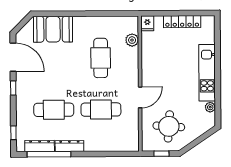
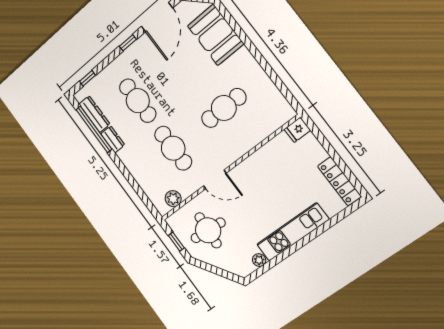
locker: (182, 22) -> (339, 181), moved
plant: (132, 40) -> (173, 199), moved
dresser: (69, 146) -> (113, 139), width x0.70

